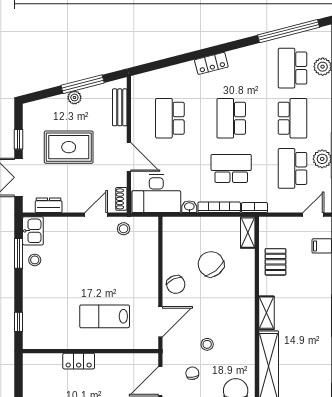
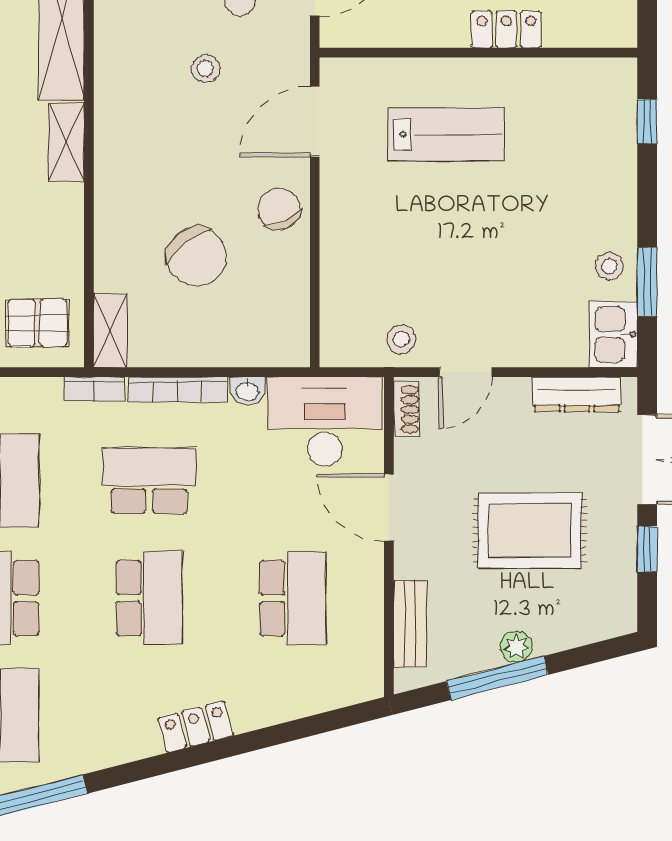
school desk: (231, 168) -> (149, 481), turned 180
dresser: (49, 205) -> (577, 394), width x1.44
pallet: (275, 262) -> (37, 323), moved, turned 90

